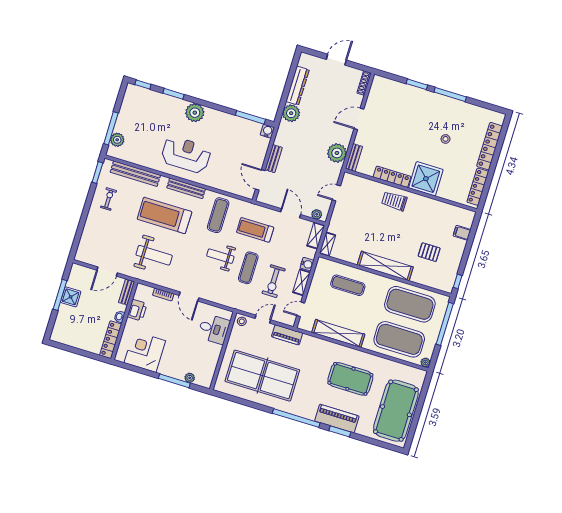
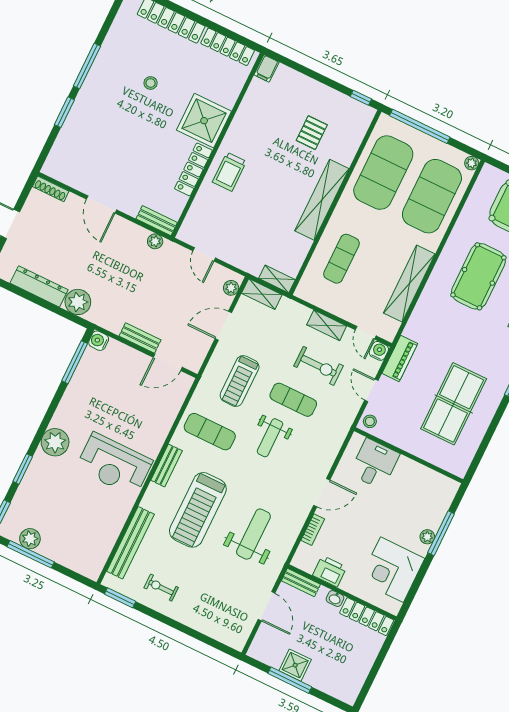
window: (111, 128) -> (31, 554), moved
plant: (117, 140) -> (30, 539), moved
plant: (337, 153) -> (155, 241), width x0.53, depth x0.53
reception desk: (186, 155) -> (114, 465), turned -90
bench: (186, 188) -> (167, 465), width x0.73
filing cabinet: (462, 233) -> (267, 68), moved
water cooler: (307, 264) -> (379, 351), moved
table tennis table: (262, 376) -> (454, 404), width x0.73, depth x0.76
plant: (190, 378) -> (427, 537), moved

